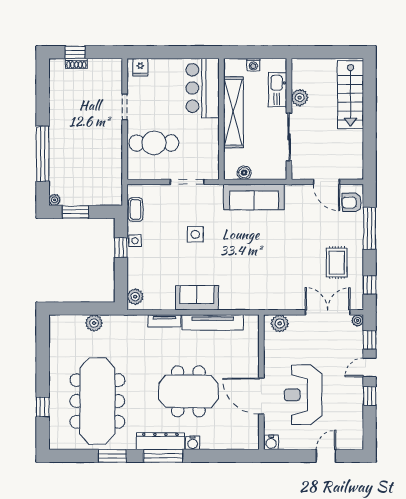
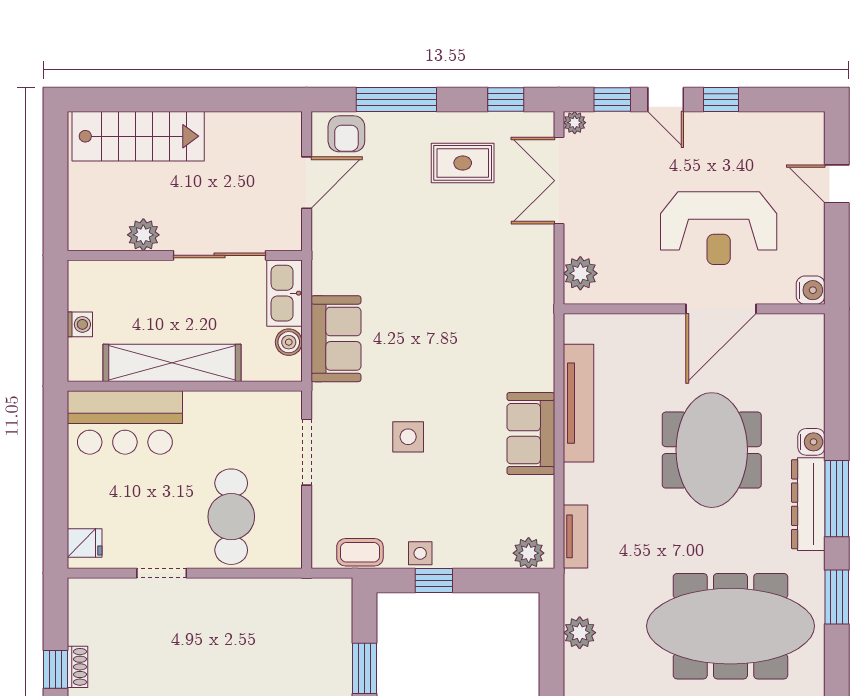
kitchen sink: (278, 90) -> (285, 293), moved, turned 90
sofa: (254, 197) -> (336, 339), width x0.73
tv unit: (164, 321) -> (576, 536), moved

